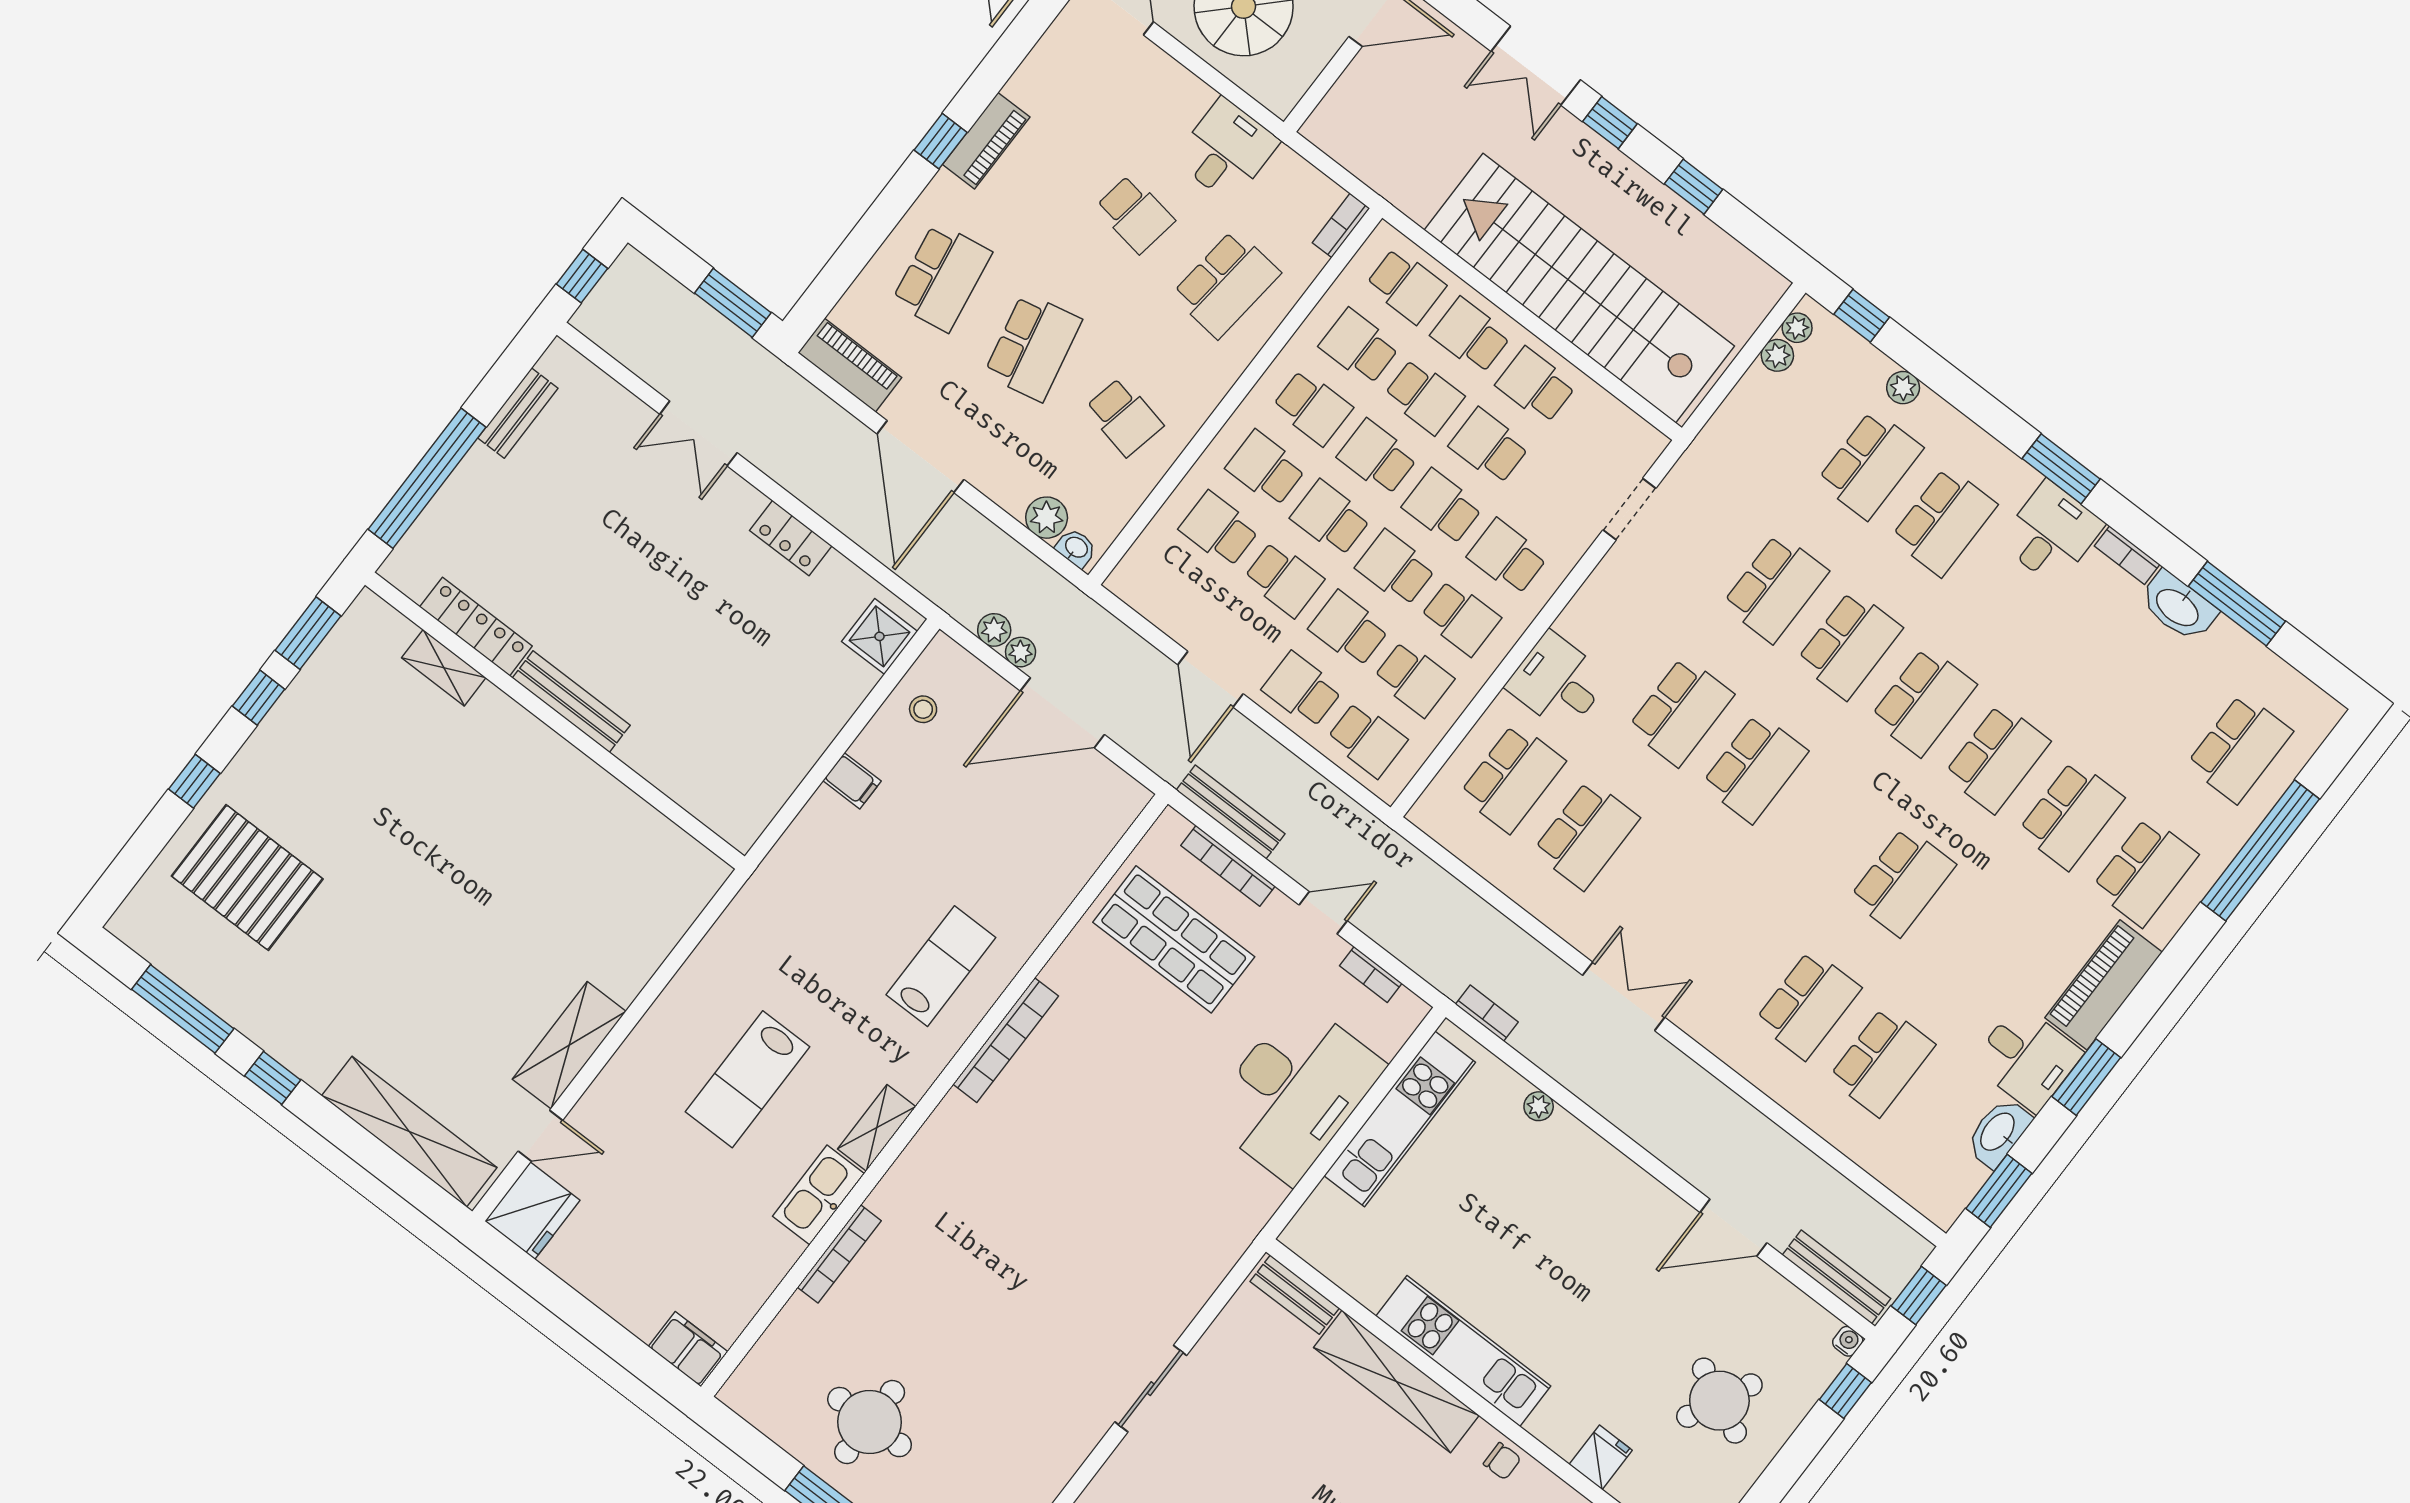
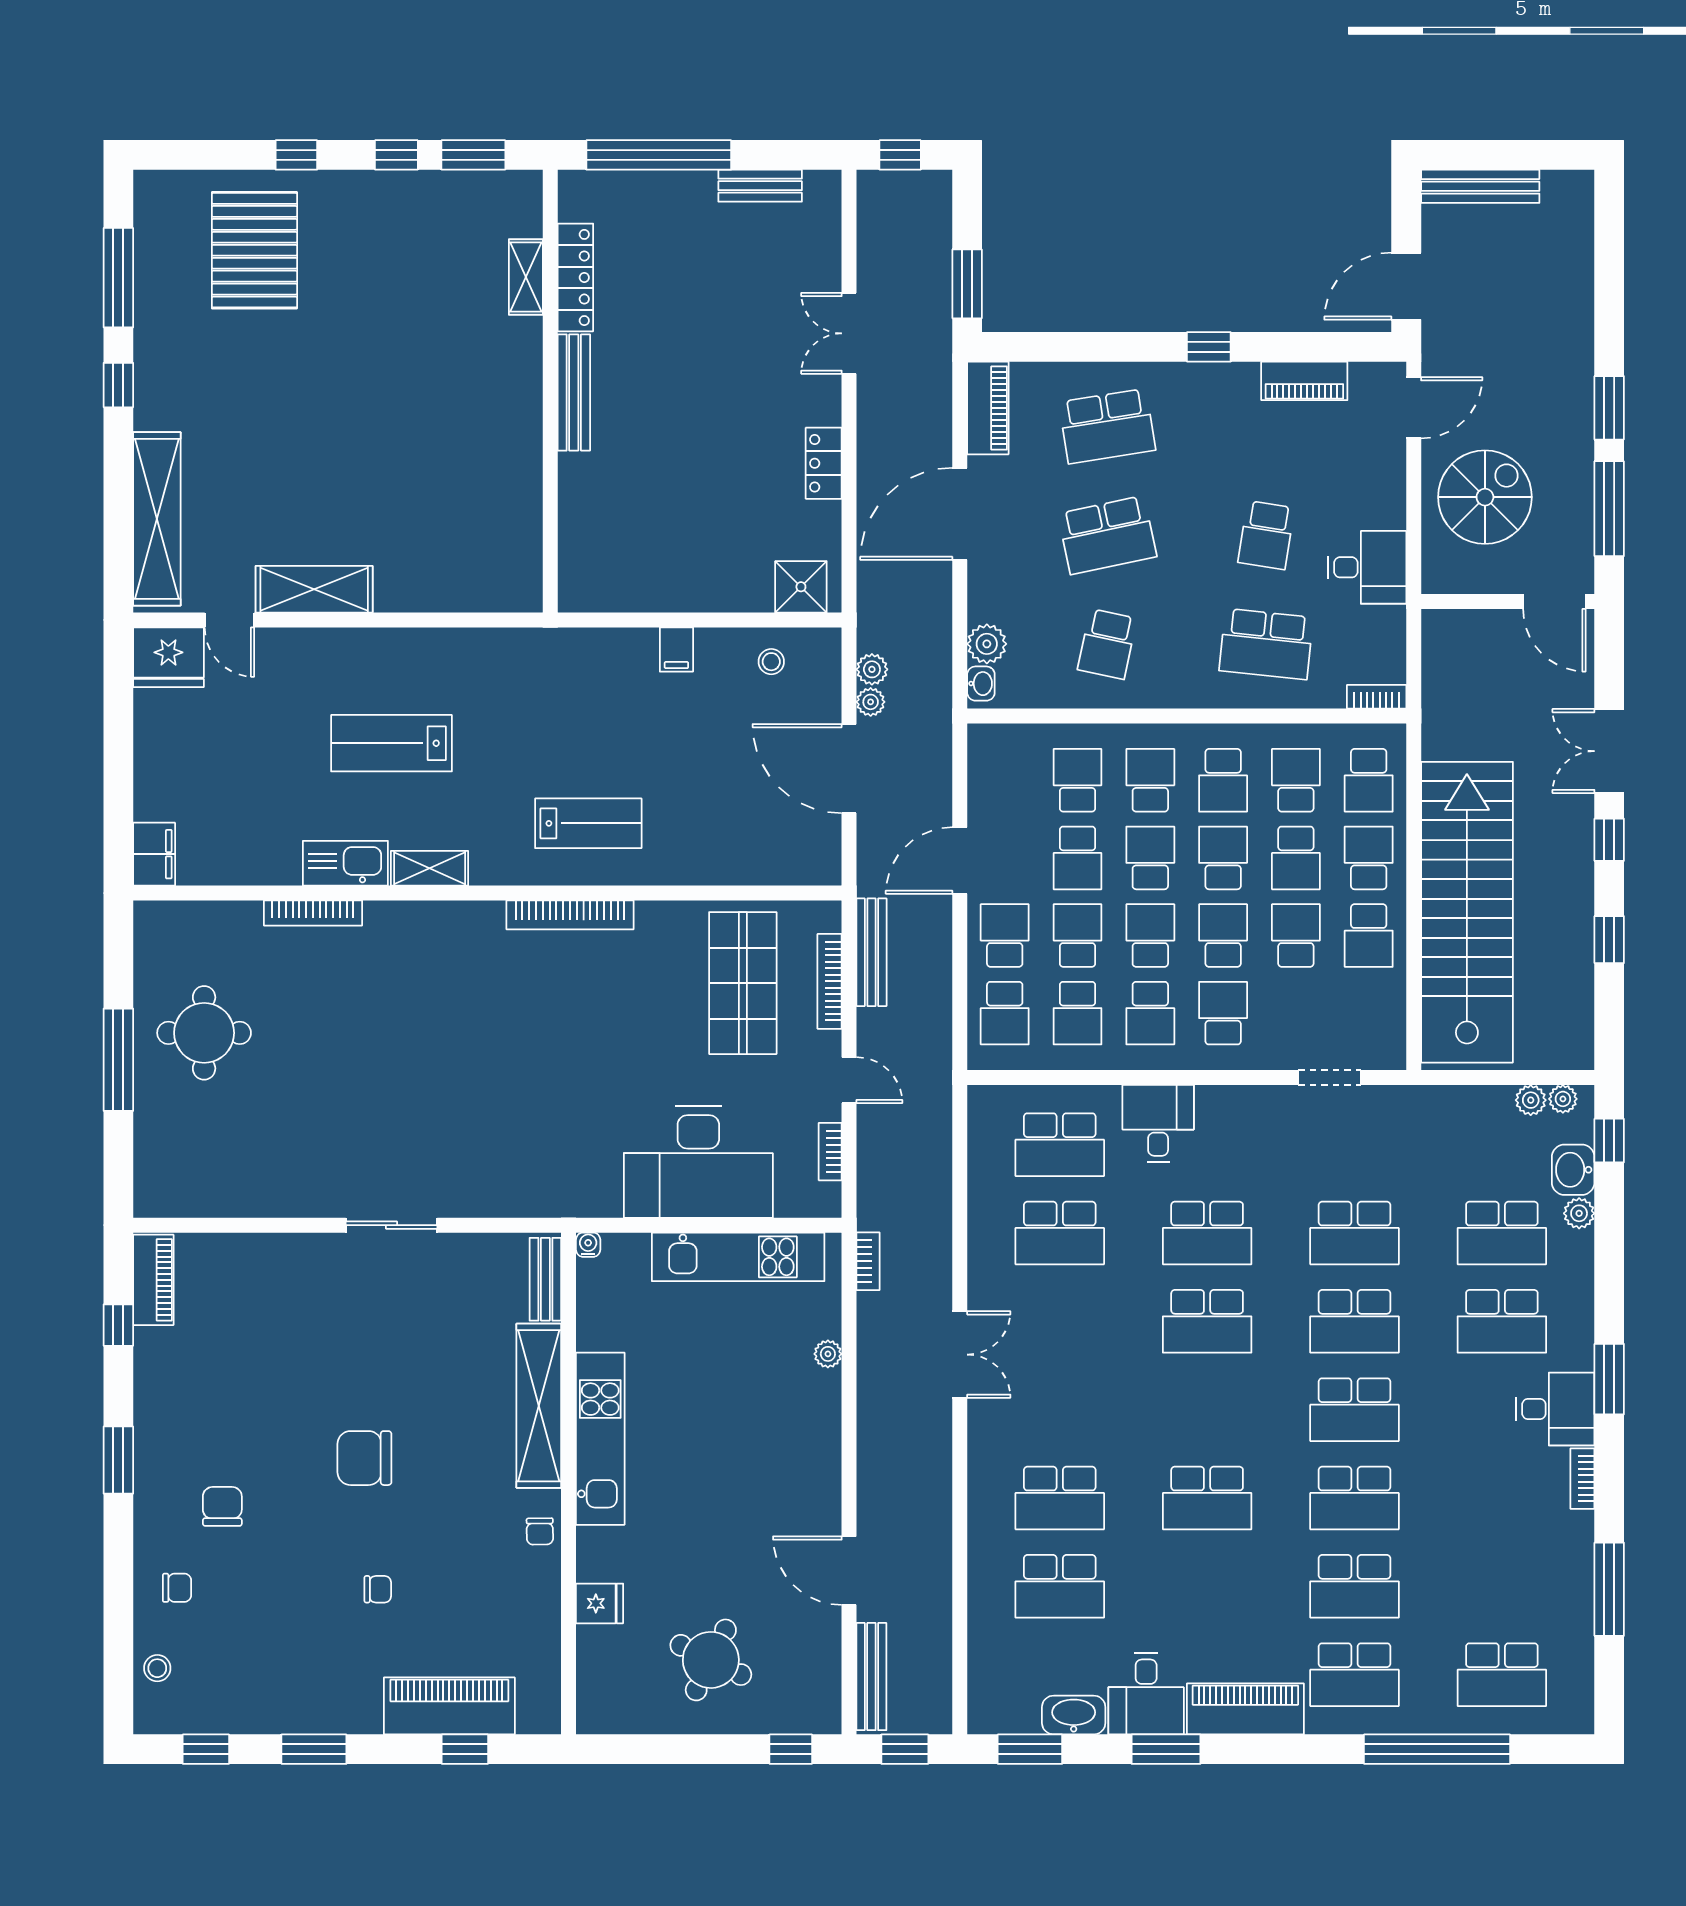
piano: (986, 141) -> (1304, 381), moved
school desk: (1536, 385) -> (1369, 936), turned 180
washbasin: (2178, 607) -> (1573, 1170), moved, width x0.72
water cooler: (1848, 1341) -> (588, 1245), moved, turned -90

